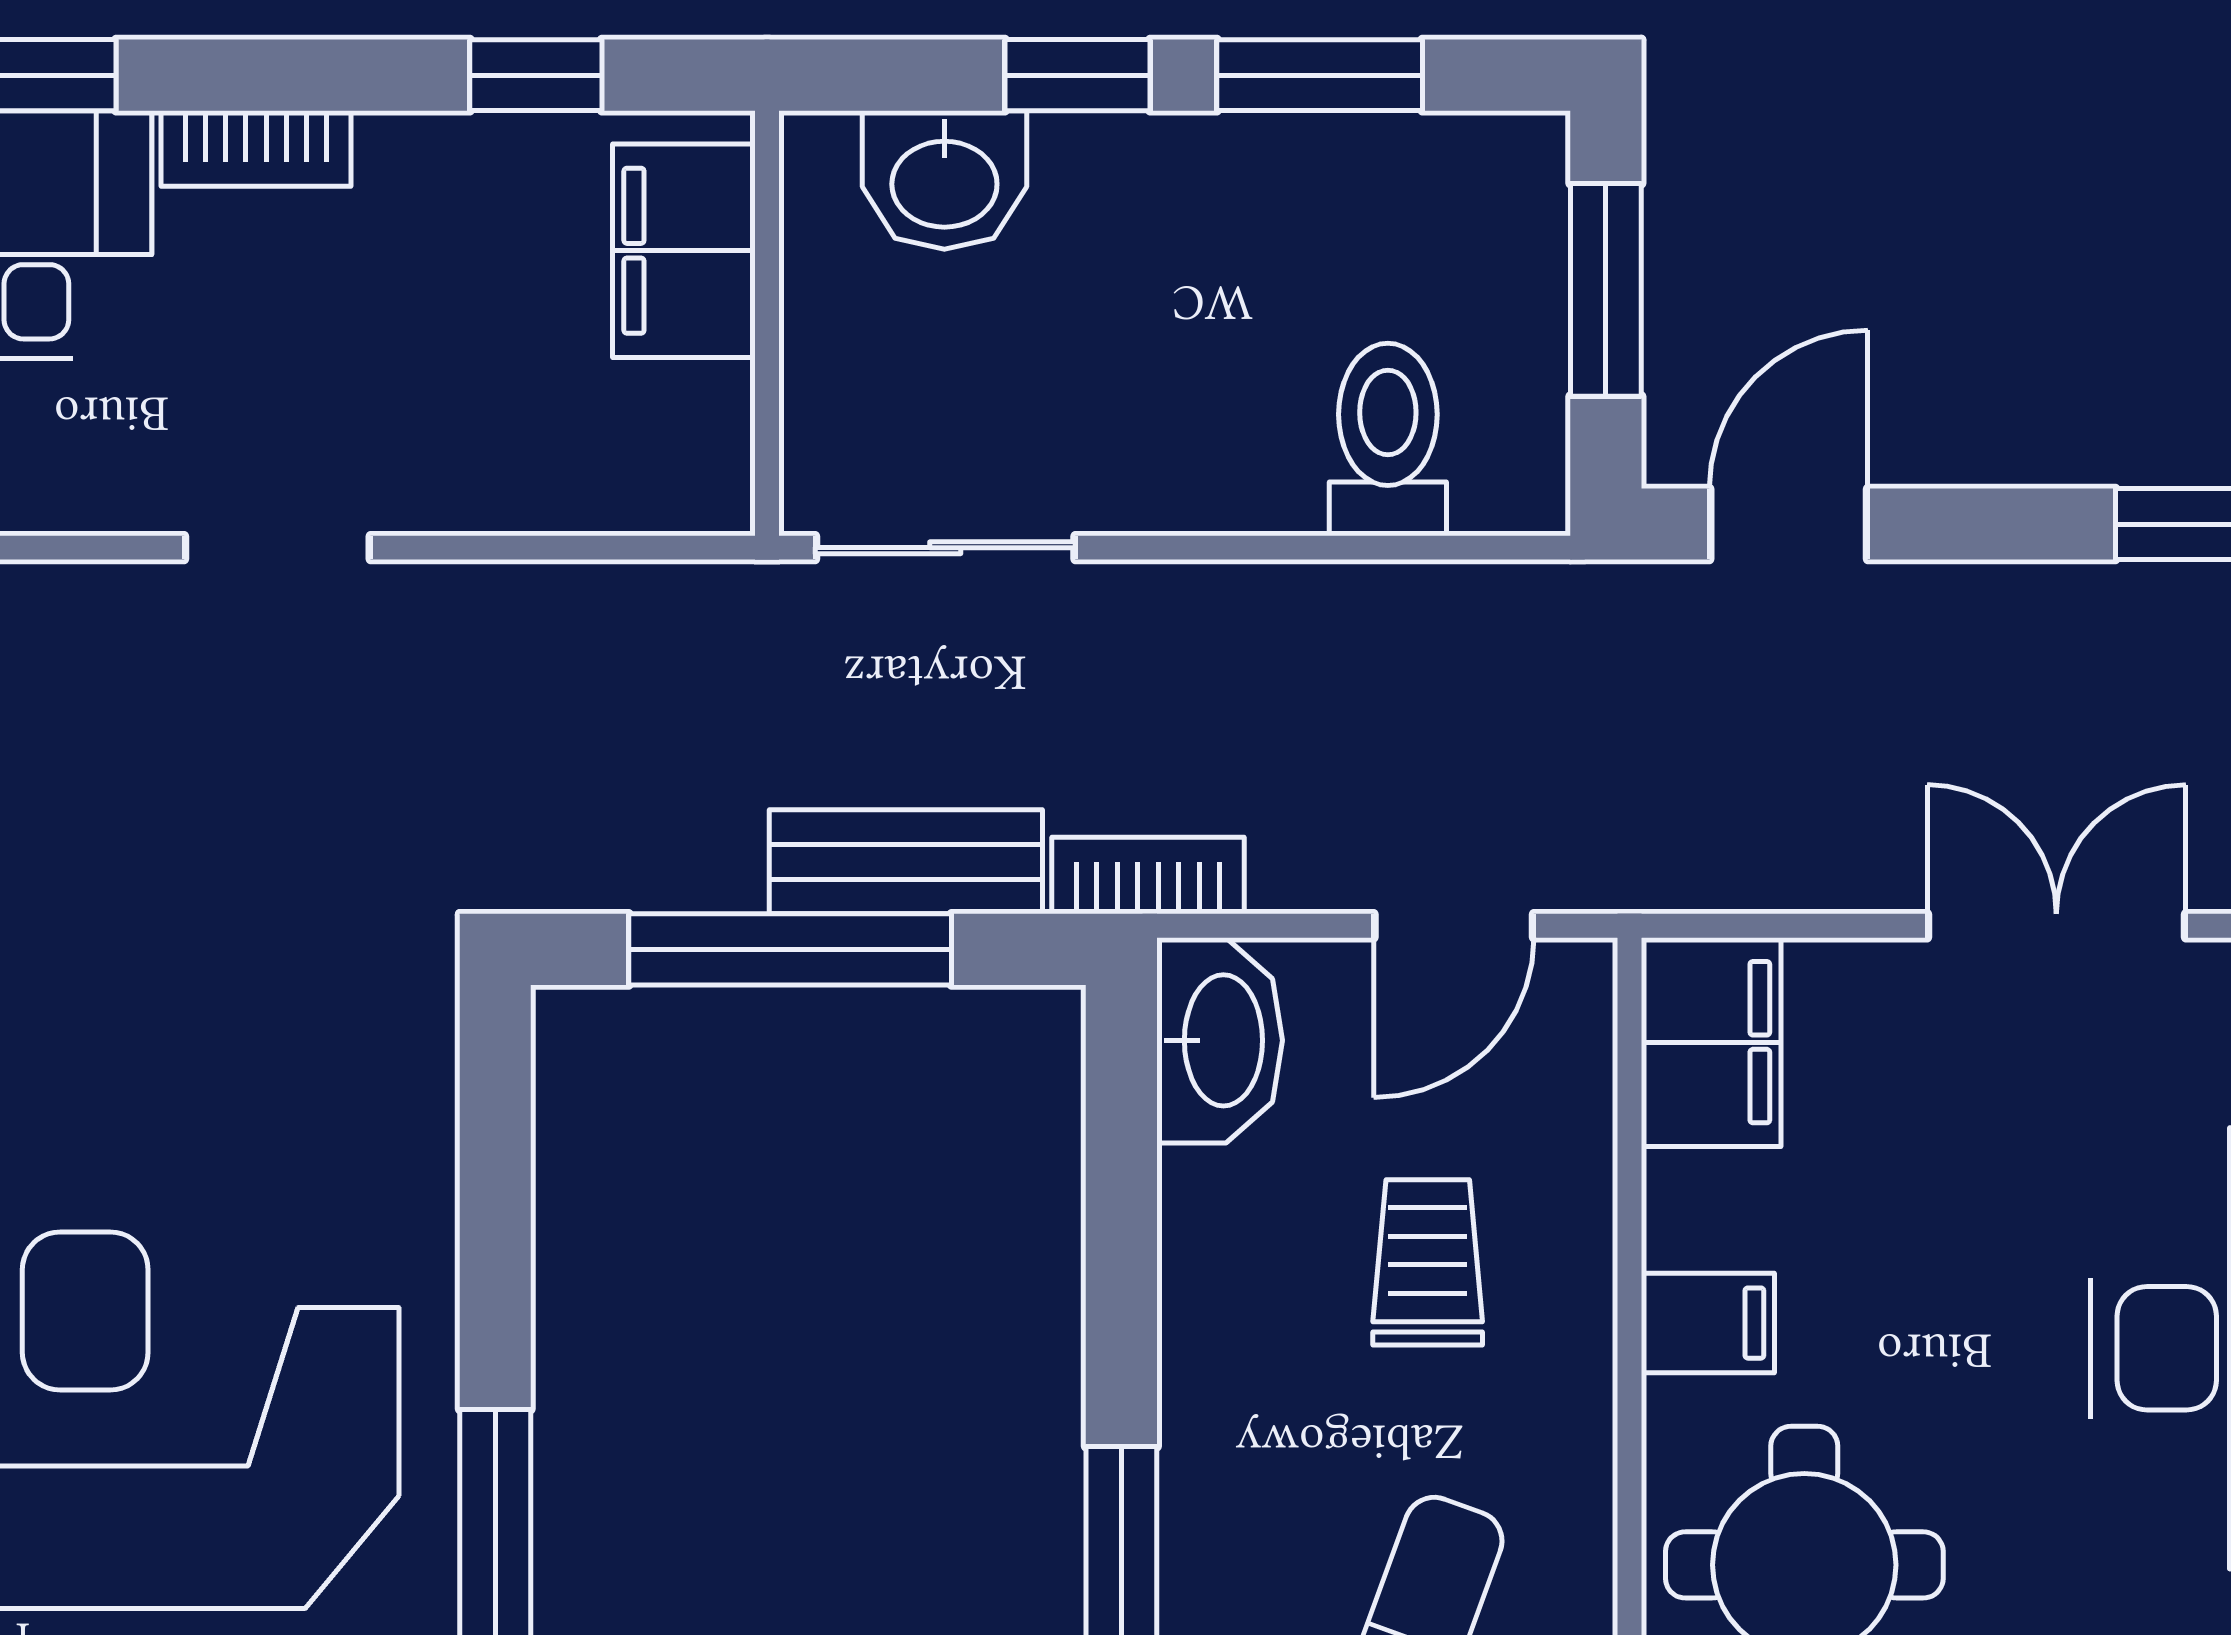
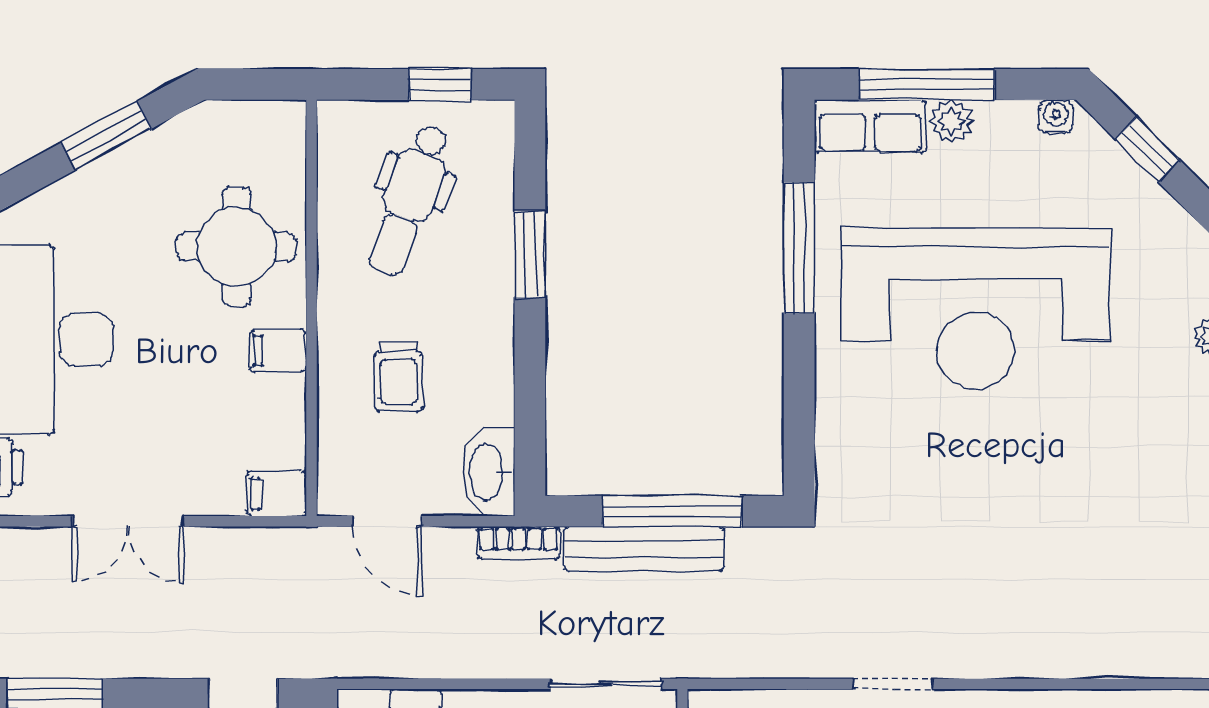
bench: (906, 862) -> (644, 549), width x1.36
door: (1454, 926) -> (387, 521), swing flipped
filing cabinet: (1711, 1042) -> (276, 494), width x0.50

